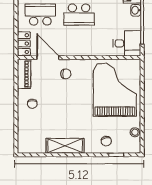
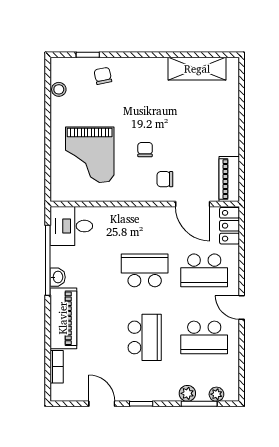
grand piano: (115, 90) -> (90, 155), width x0.73, depth x0.68
chair: (32, 104) -> (145, 150), moved
shelving: (65, 146) -> (197, 69), moved

